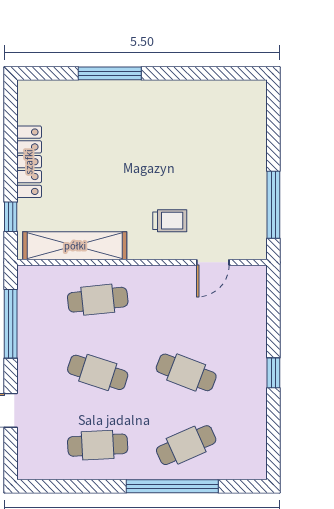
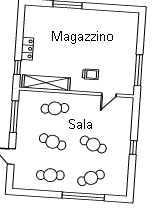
locker: (29, 162) -> (27, 49), width x0.66

